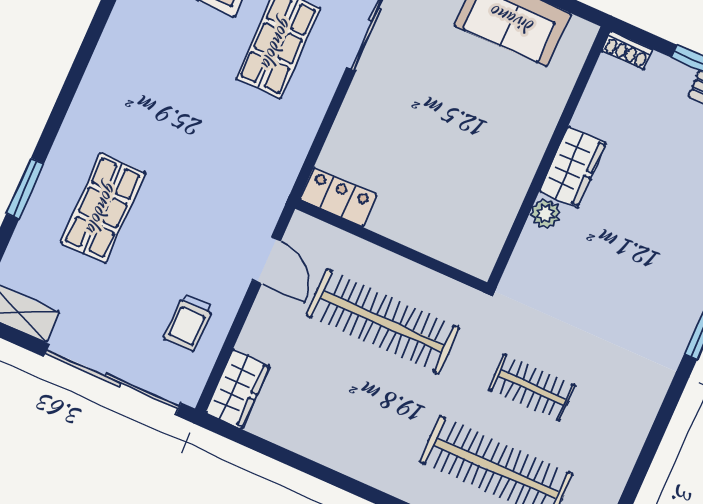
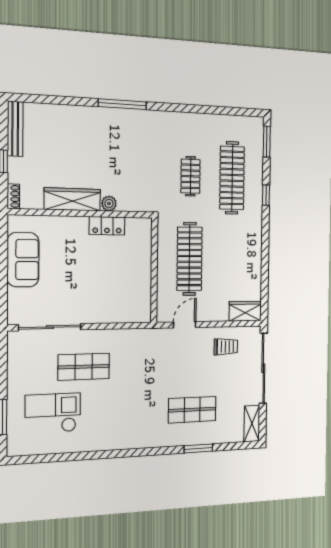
wardrobe: (573, 167) -> (72, 199), width x1.50
locker: (338, 197) -> (107, 226), moved, turned -90

